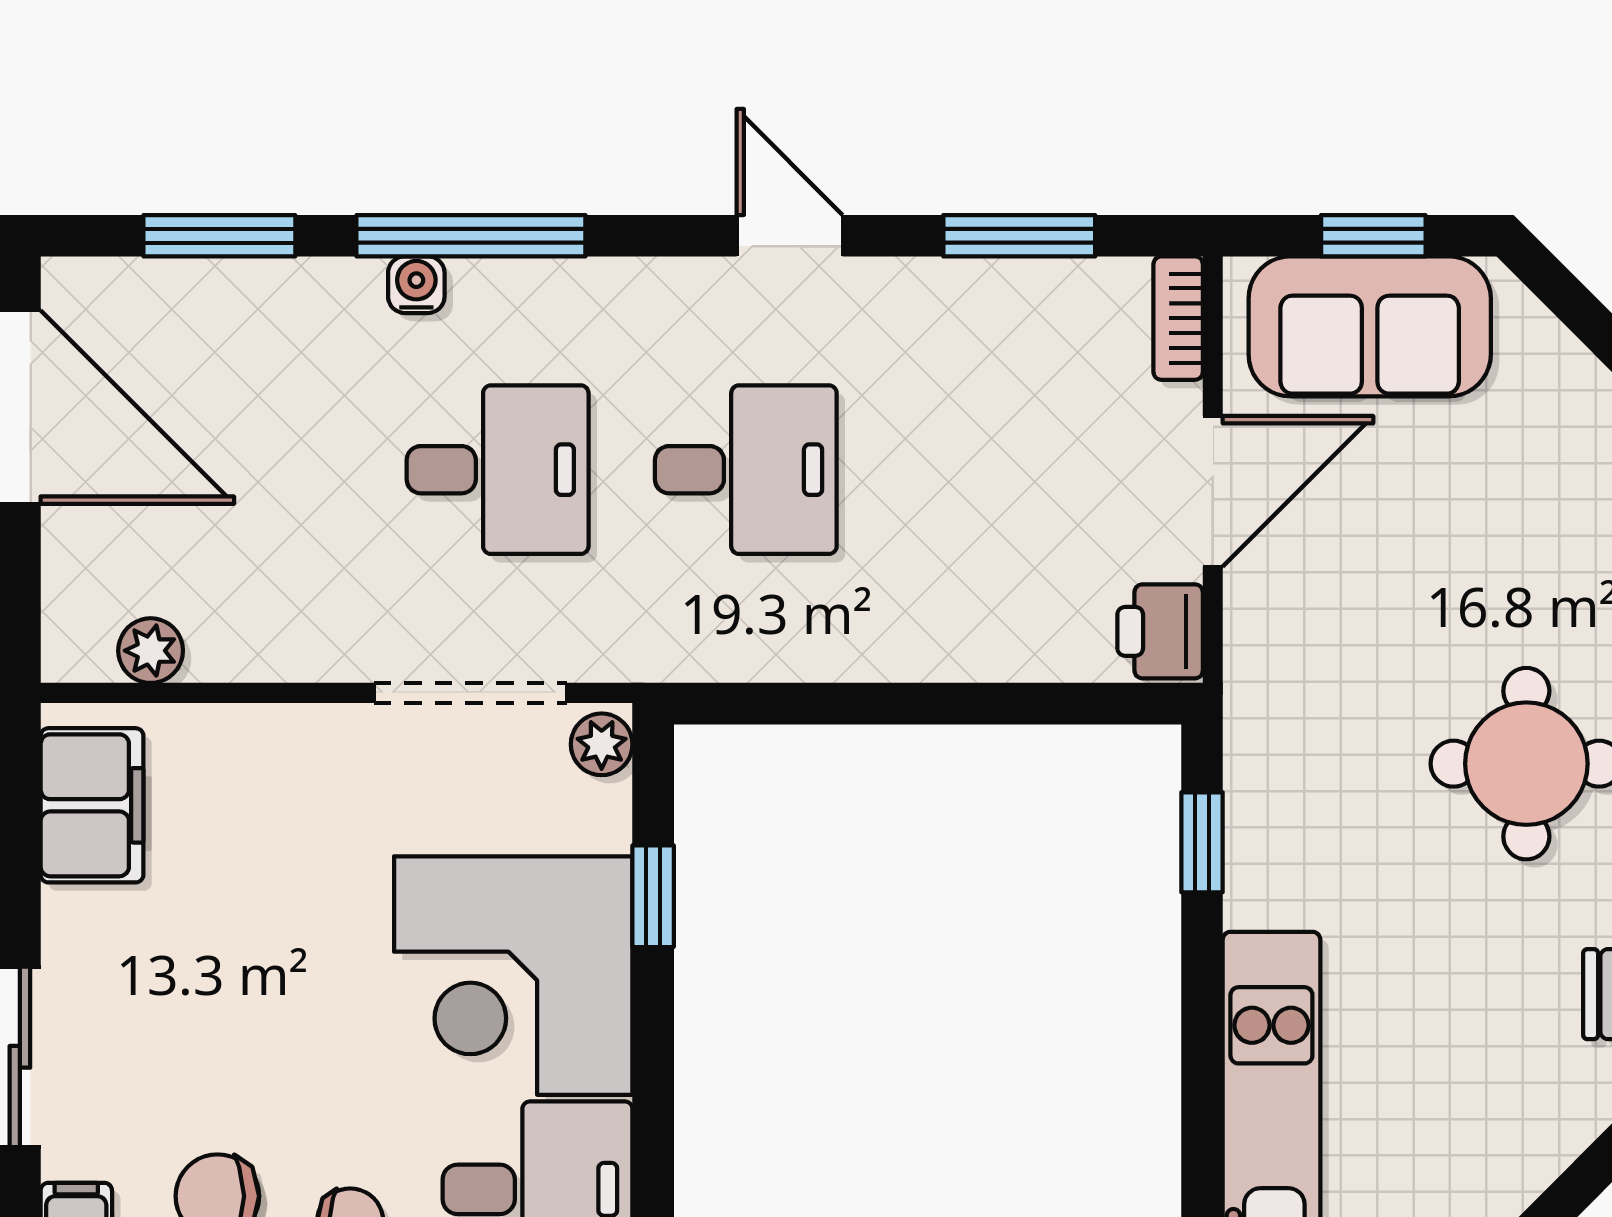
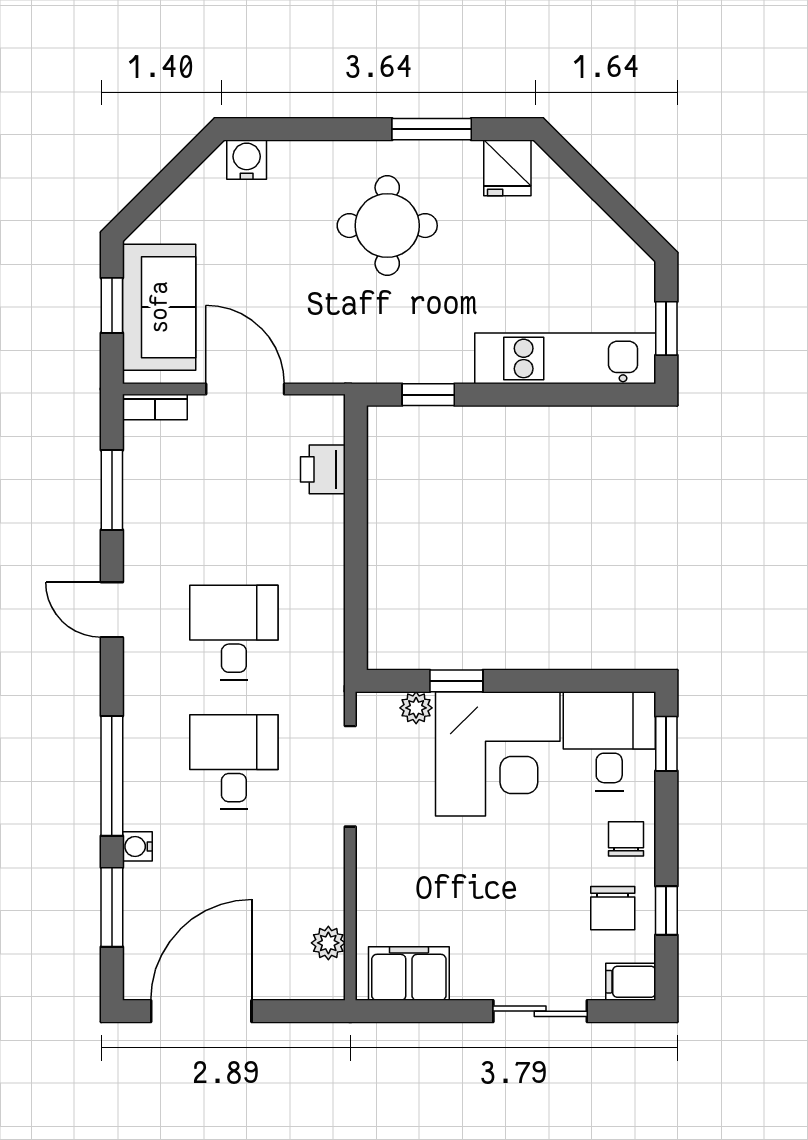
door: (790, 236) -> (112, 610), hinge flipped
water cooler: (416, 285) -> (137, 846), moved
printer: (1160, 631) -> (323, 469), moved, turned 90
plant: (602, 744) -> (416, 708), moved

